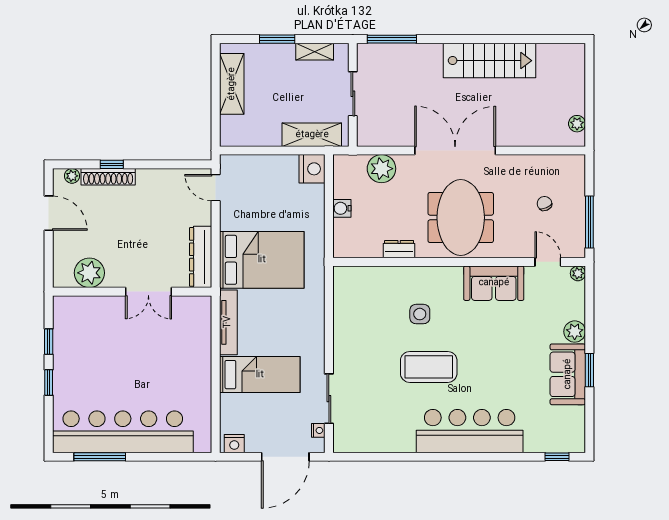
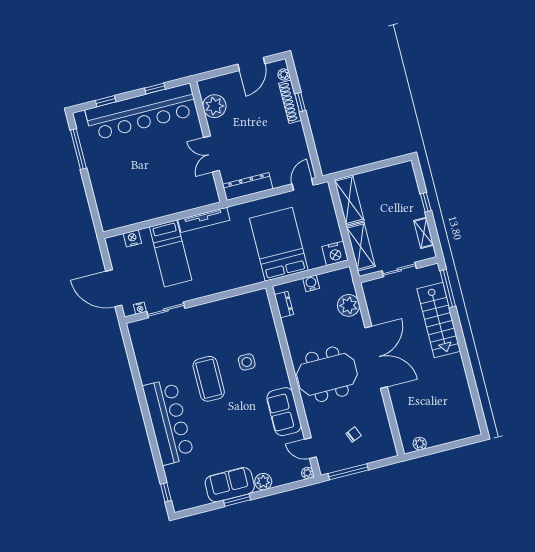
window: (277, 39) -> (426, 202), width x0.67
stairs: (489, 61) -> (439, 320), moved
shelving: (232, 84) -> (349, 200), moved, turned 90
dresser: (399, 249) -> (284, 305), moved
bed: (262, 260) -> (279, 244), moved, turned 180
door: (548, 262) -> (310, 448), swing flipped
window: (49, 383) -> (106, 101), moved
bar counter: (123, 432) -> (141, 112), moved, turned 90
nightstand: (234, 444) -> (132, 238), moved, turned 90

